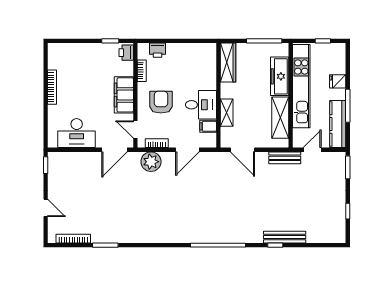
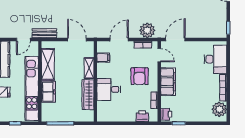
plant: (57, 59) -> (219, 109), added
wardrobe: (228, 62) -> (88, 95), moved
freezer: (280, 76) -> (48, 92), width x0.71
desk: (201, 105) -> (109, 89), moved
desk: (77, 133) -> (216, 59), moved, turned 90

